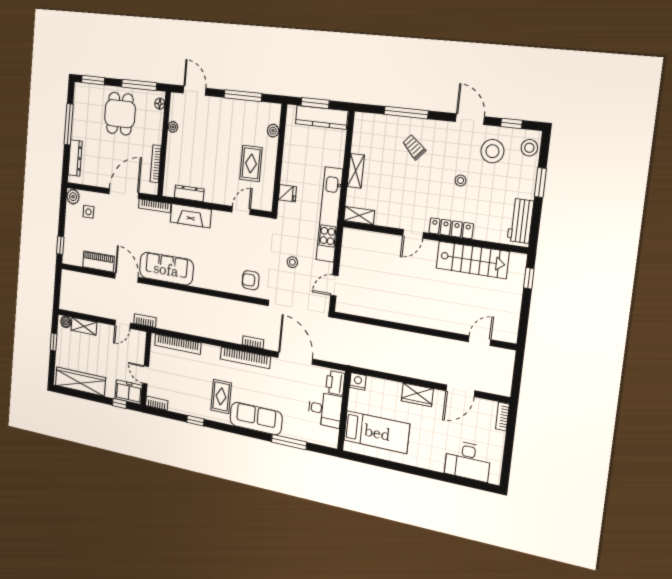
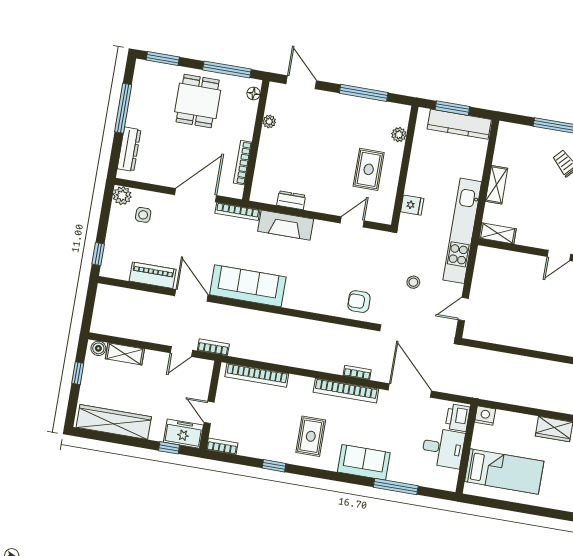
dresser: (189, 193) -> (291, 200), width x0.70
sofa: (256, 419) -> (364, 462), width x0.73

